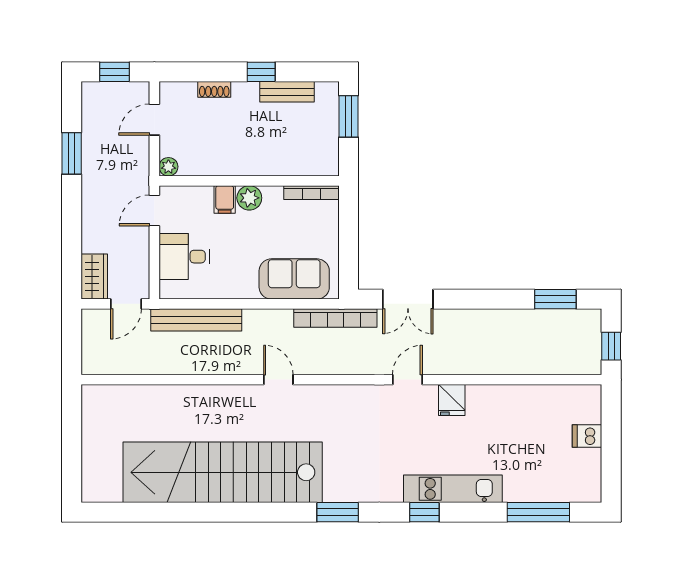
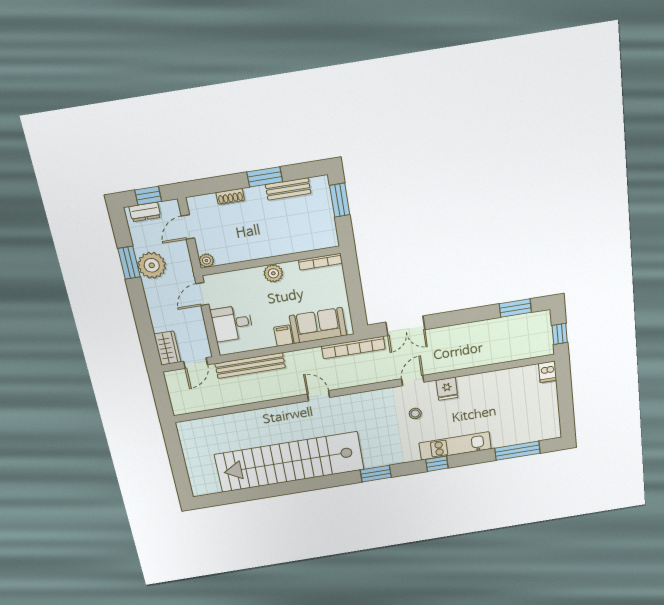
window: (261, 72) -> (265, 177), width x1.50
dresser: (106, 92) -> (145, 212), added
plant: (99, 161) -> (152, 265), added
filing cabinet: (225, 199) -> (283, 336), moved, turned 180
stool: (404, 429) -> (415, 413), added
dishwasher: (587, 436) -> (548, 372), moved, turned -90

